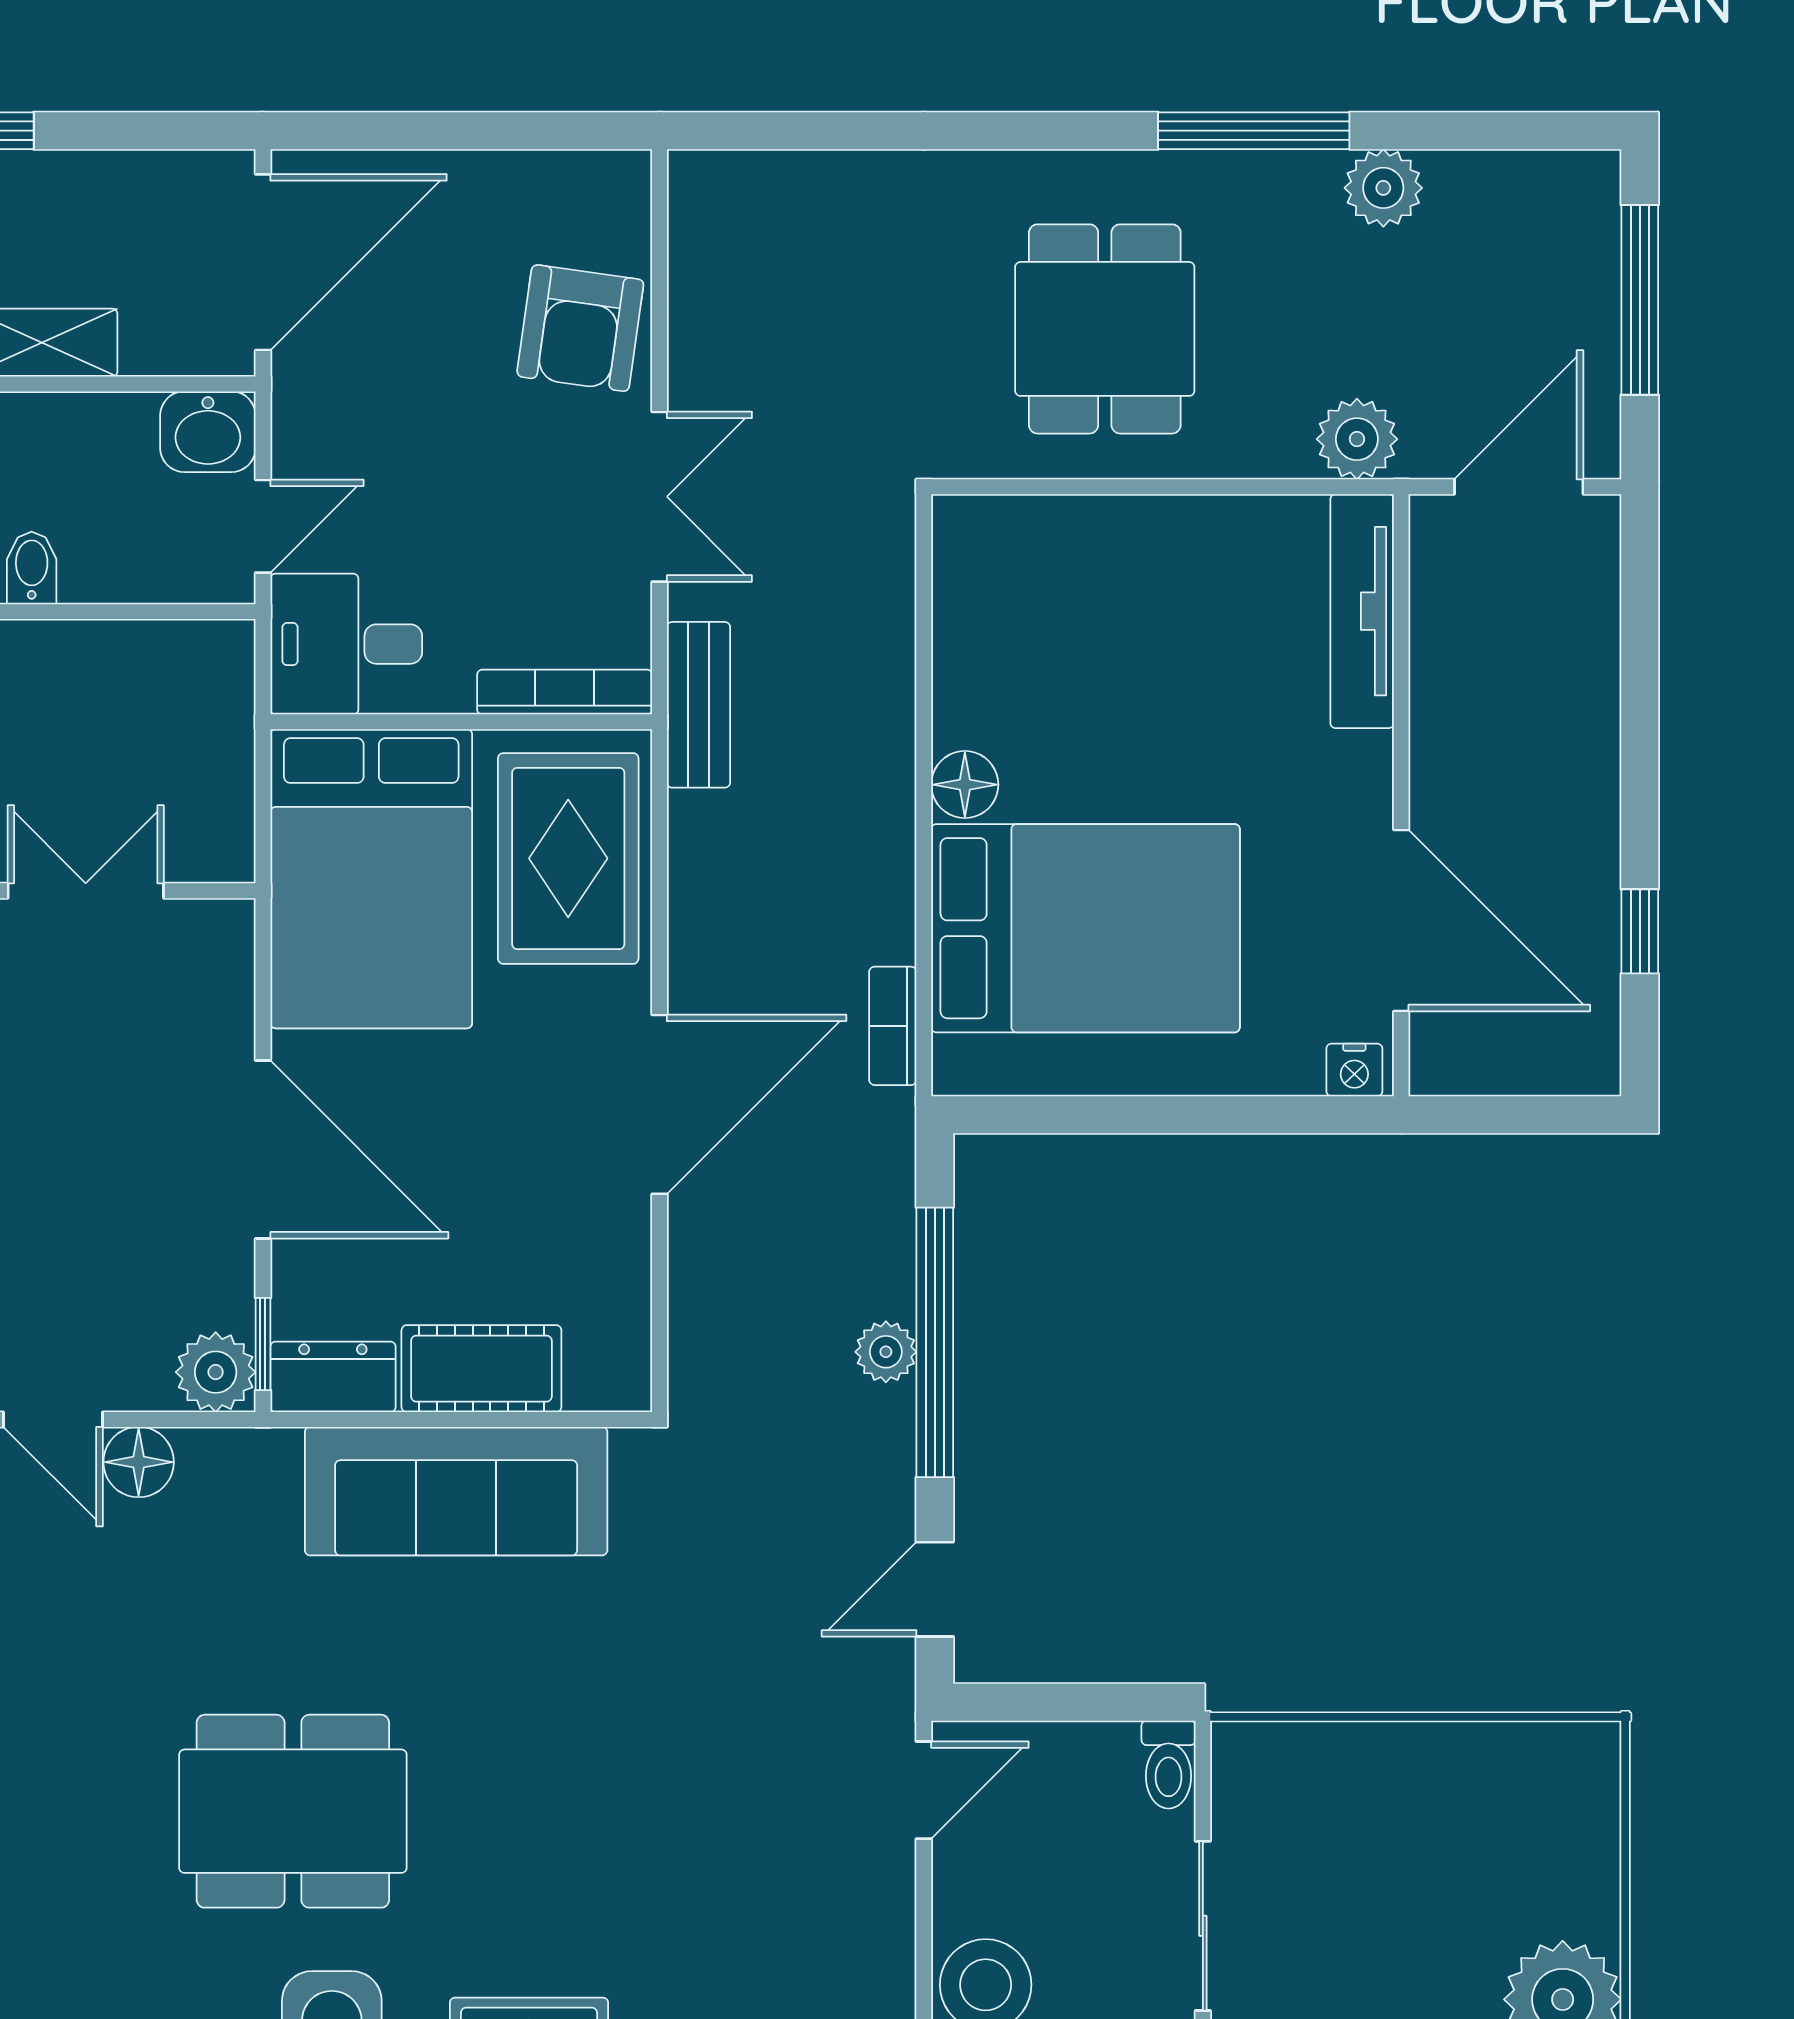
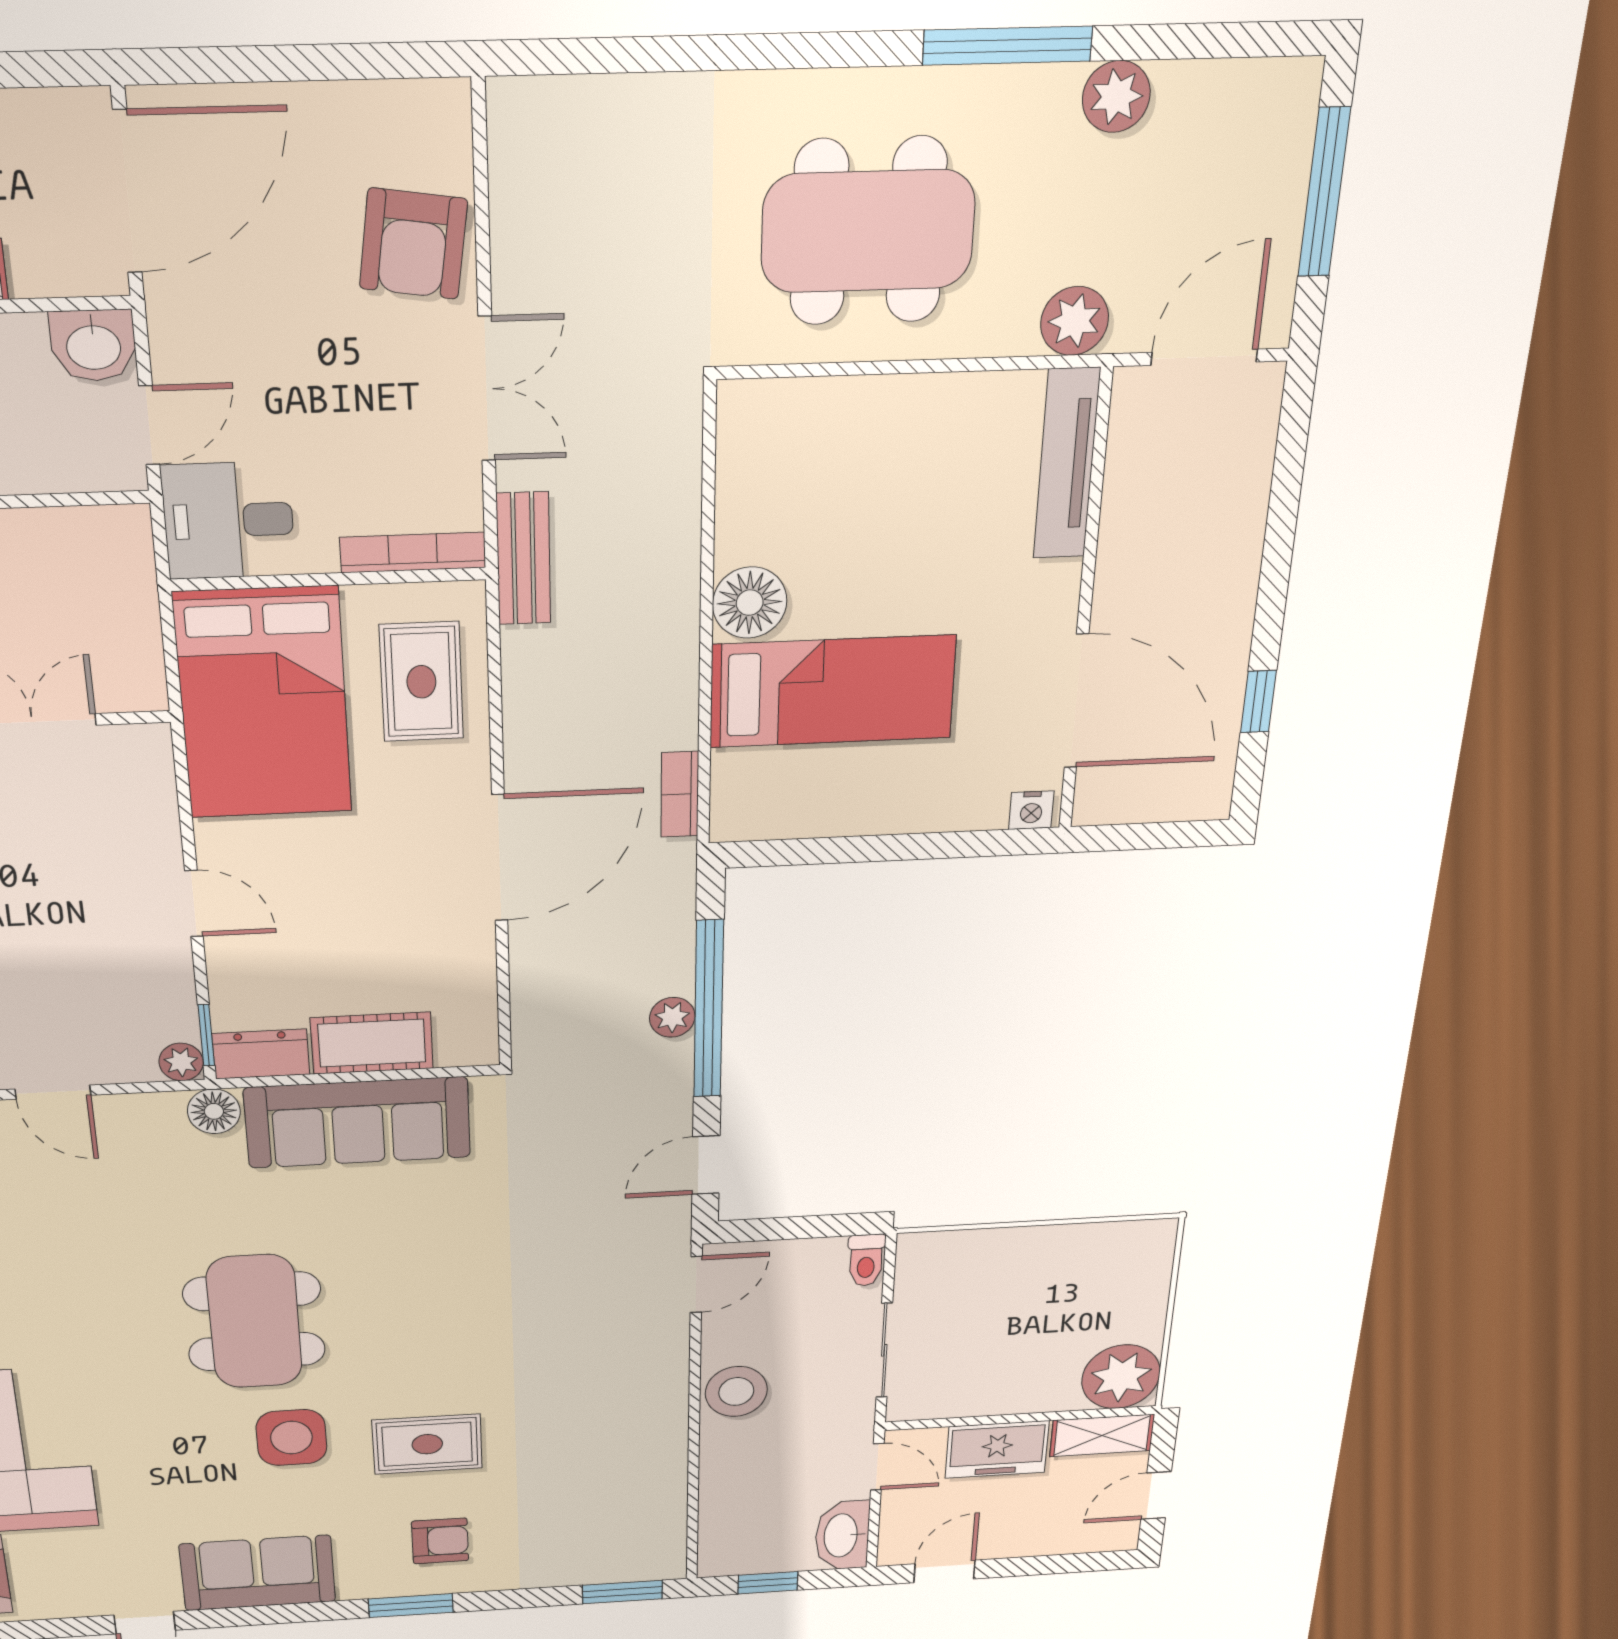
dining table: (1105, 329) -> (868, 231), width x1.38
floor lamp: (965, 785) -> (750, 603), width x1.38, depth x1.38
rug: (568, 858) -> (421, 682), width x0.73, depth x0.70
bed: (1085, 928) -> (832, 691), width x0.67
door: (263, 1150) -> (194, 904), width x0.53
plant: (216, 1372) -> (181, 1062), width x0.73, depth x0.73
floor lamp: (139, 1462) -> (214, 1111), moved
dining table: (293, 1811) -> (254, 1322), turned 90

